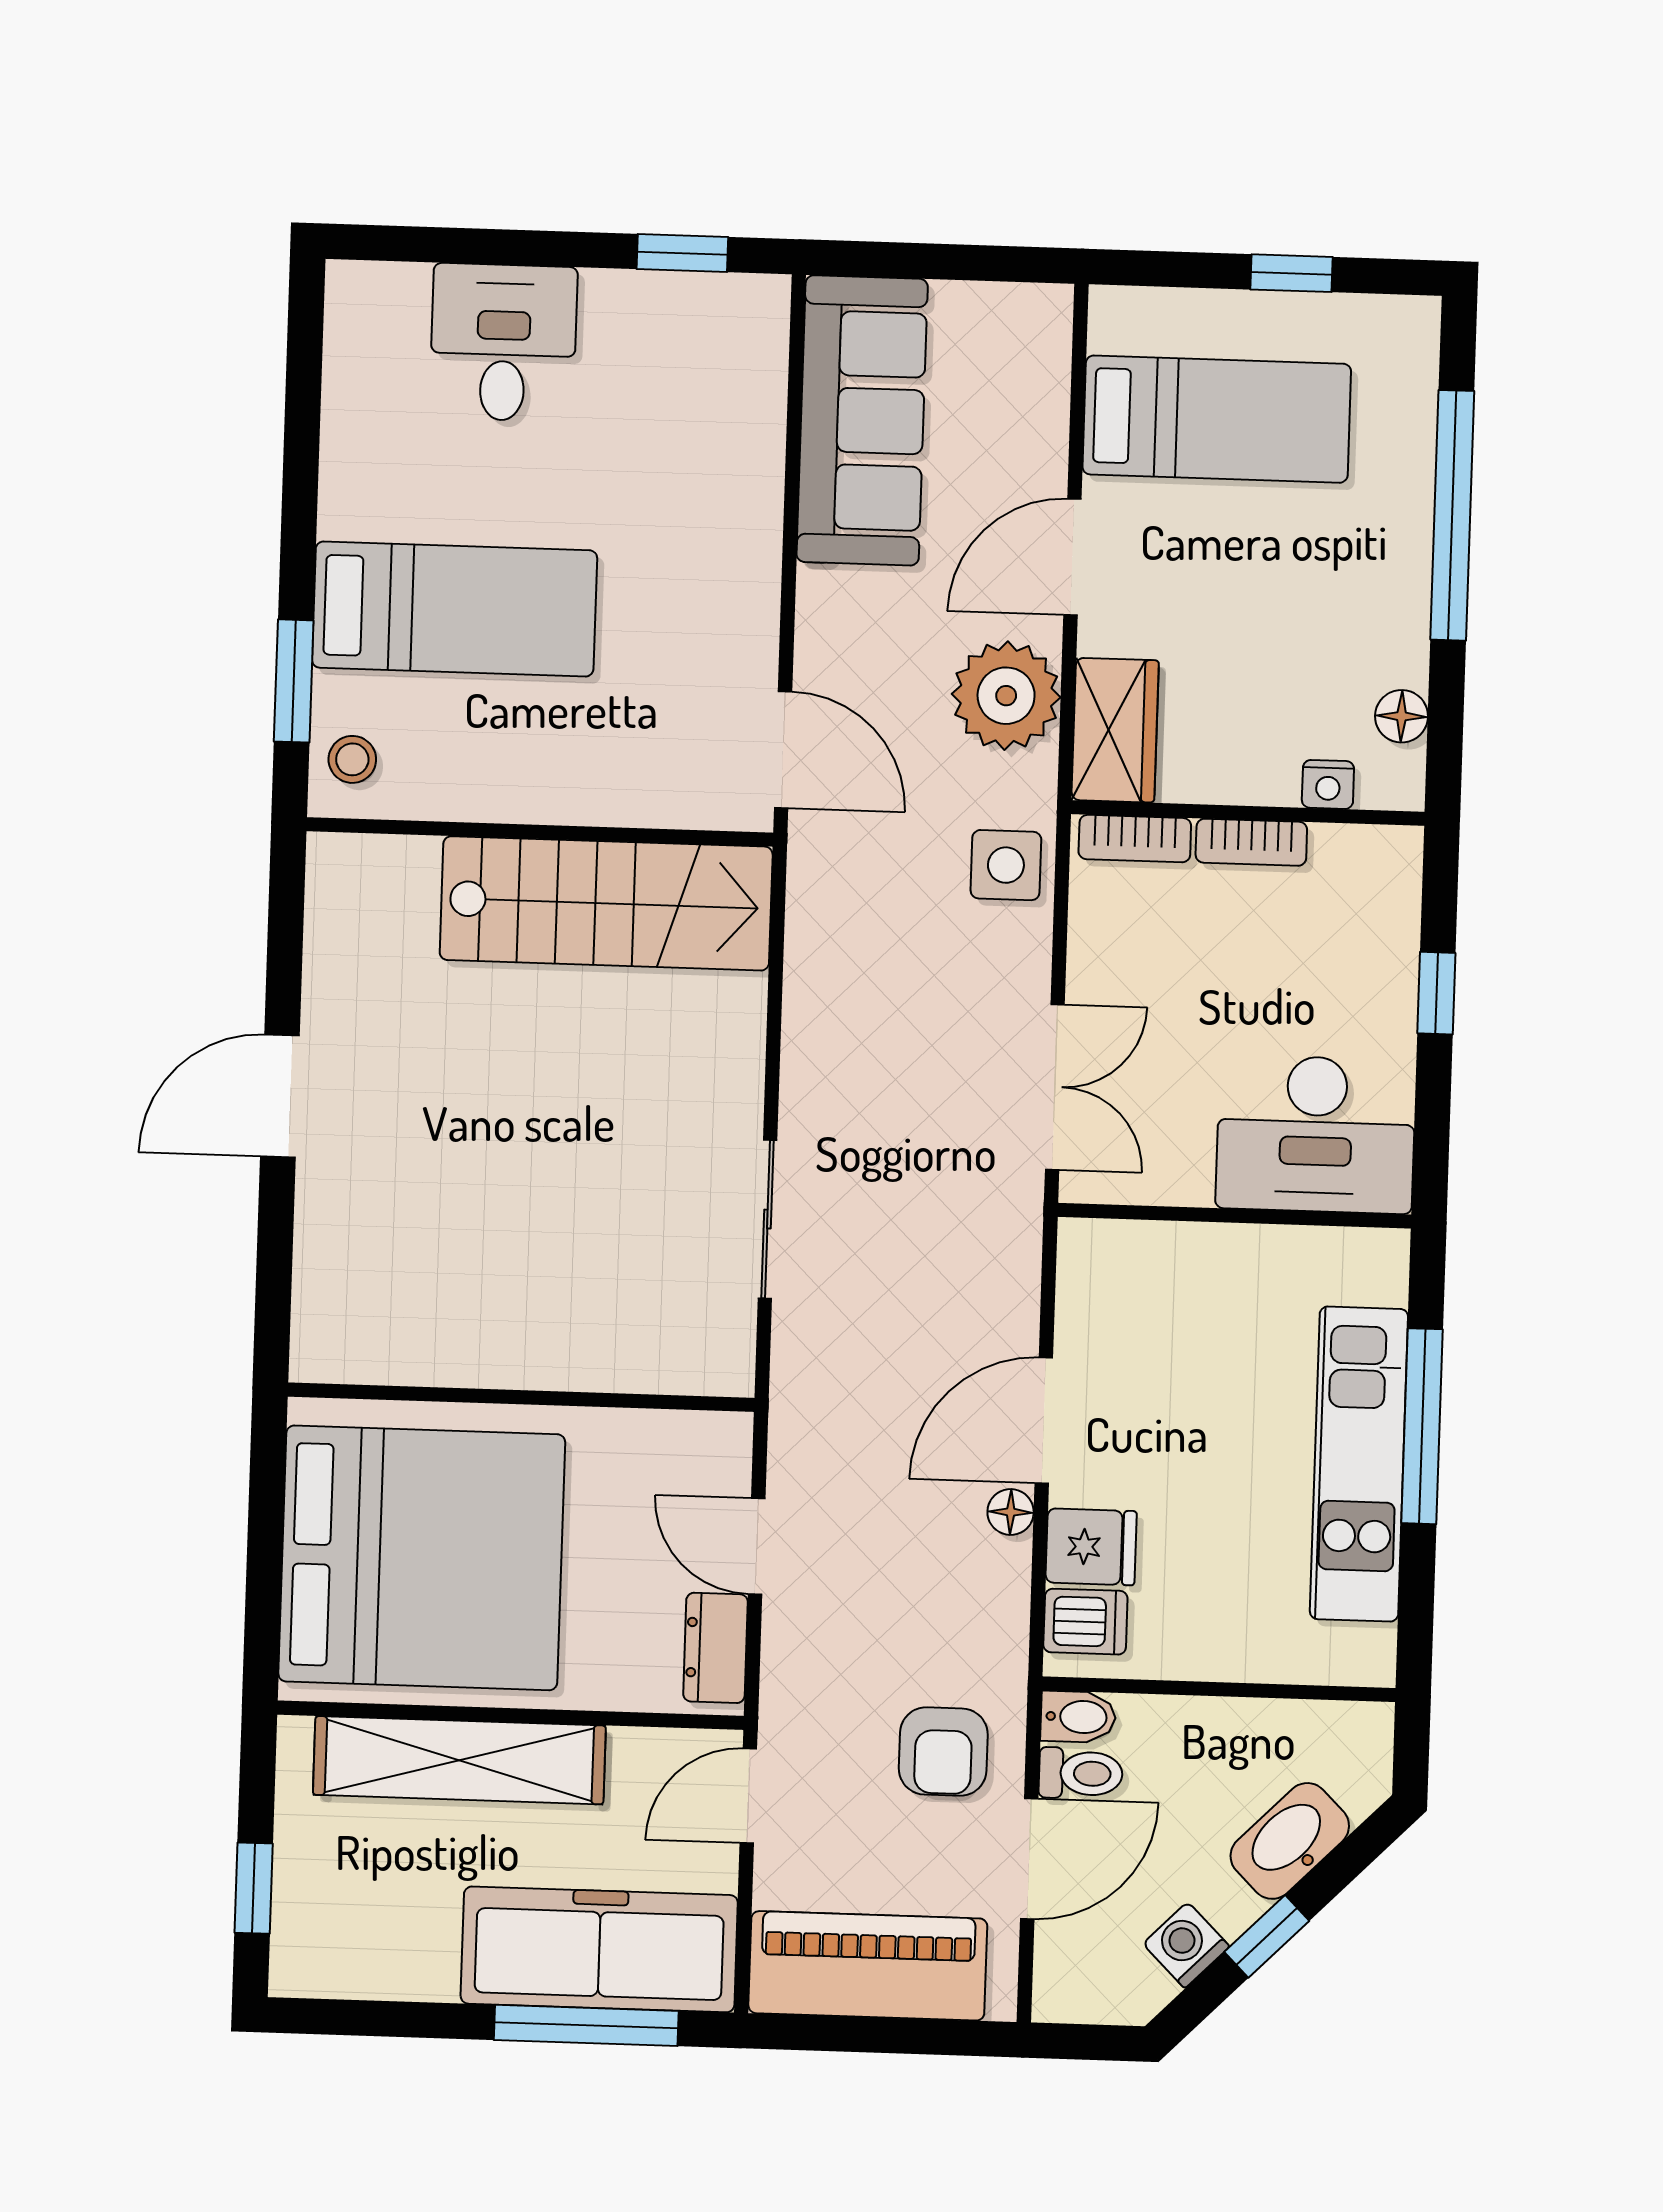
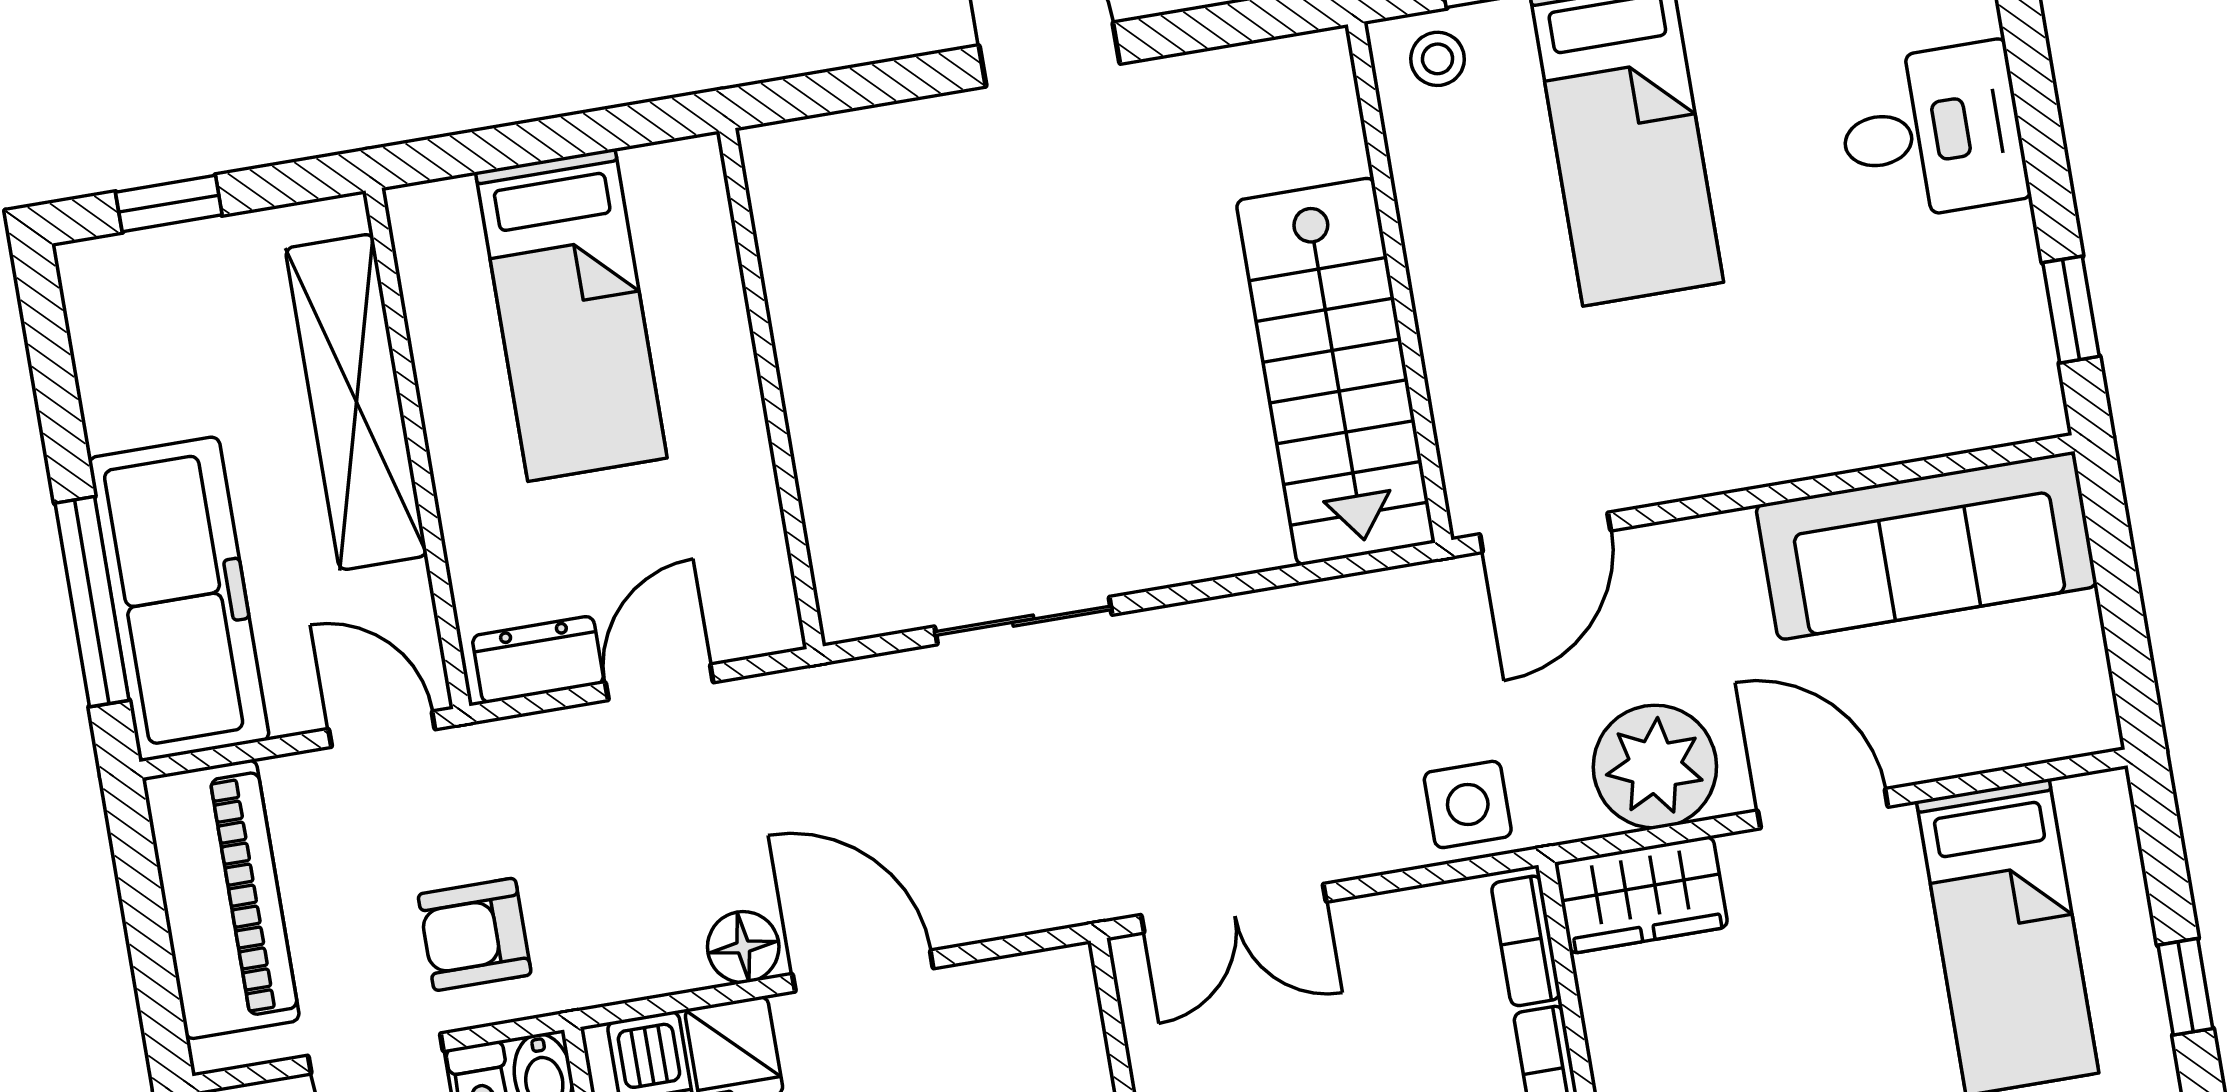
floor lamp: (1011, 1512) -> (743, 947), width x1.37, depth x1.37
bed: (422, 1558) -> (571, 315), width x0.49

